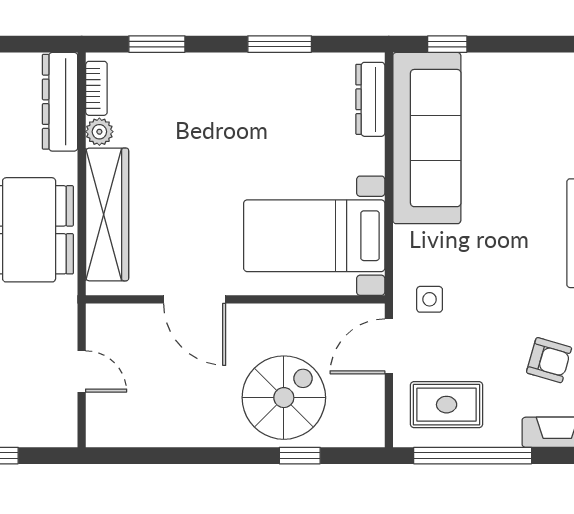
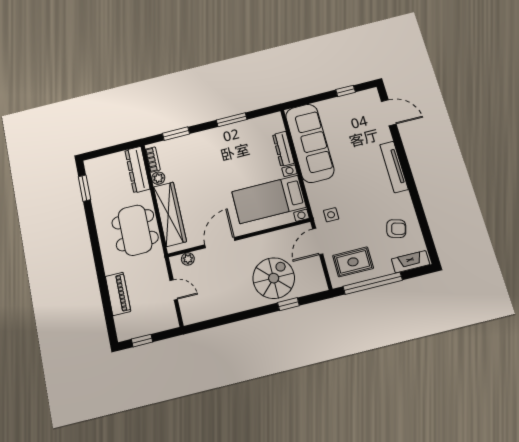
window: (447, 44) -> (346, 91), moved
dresser: (370, 99) -> (283, 149), moved
door: (195, 299) -> (220, 243), swing flipped
plant: (123, 316) -> (188, 259), added

